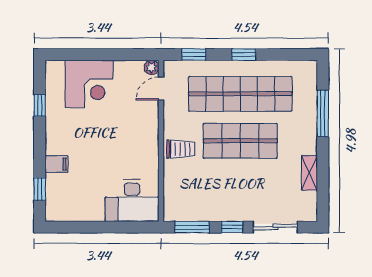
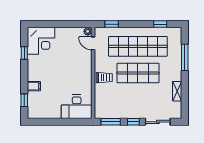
window: (244, 55) -> (160, 24), moved
corner desk: (89, 84) -> (41, 41), moved
door: (161, 89) -> (93, 43), hinge flipped

